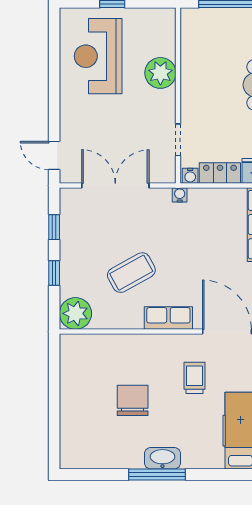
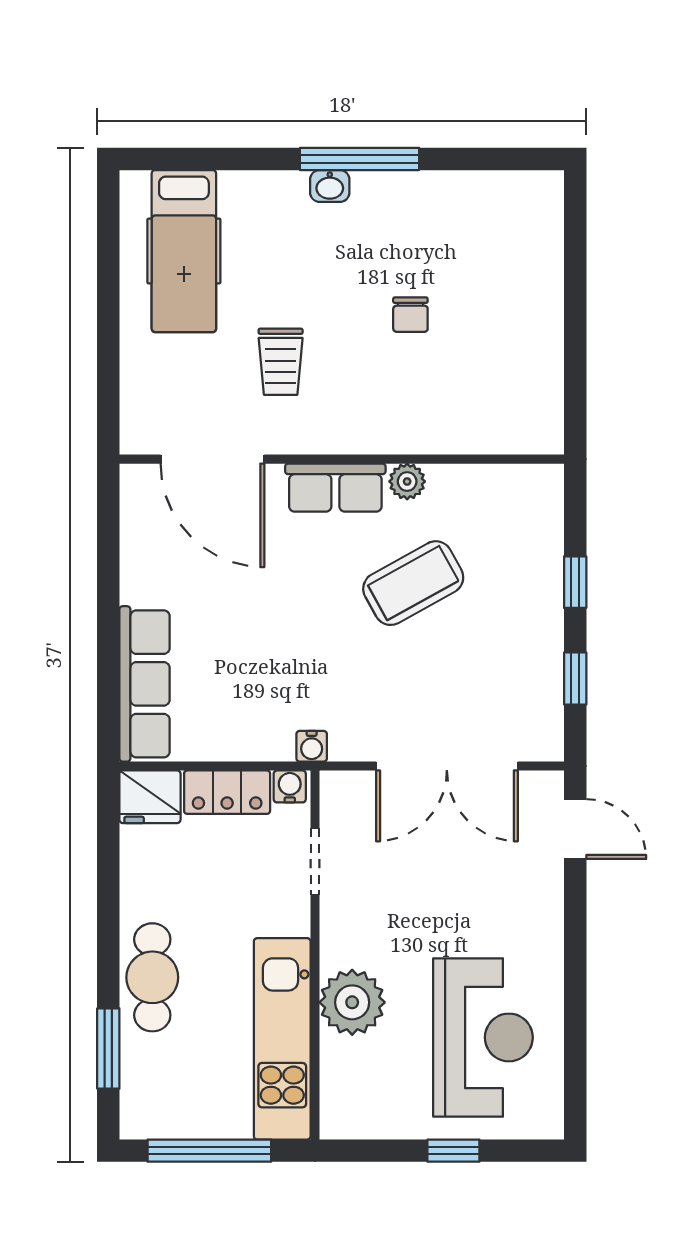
kitchen unit: (194, 56) -> (282, 1039), added
plant: (75, 313) -> (407, 481), moved, width x0.53, depth x0.53
chair: (133, 400) -> (410, 315), width x0.54, depth x0.54
washbasin: (162, 458) -> (330, 186), width x0.52, depth x0.69

